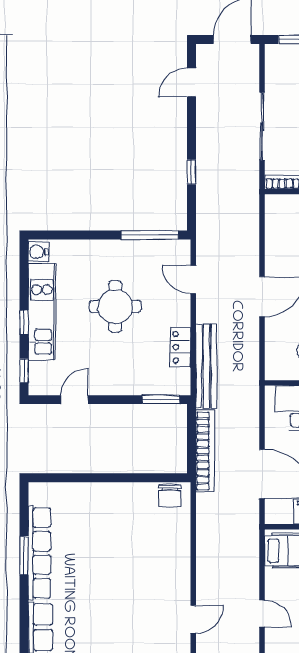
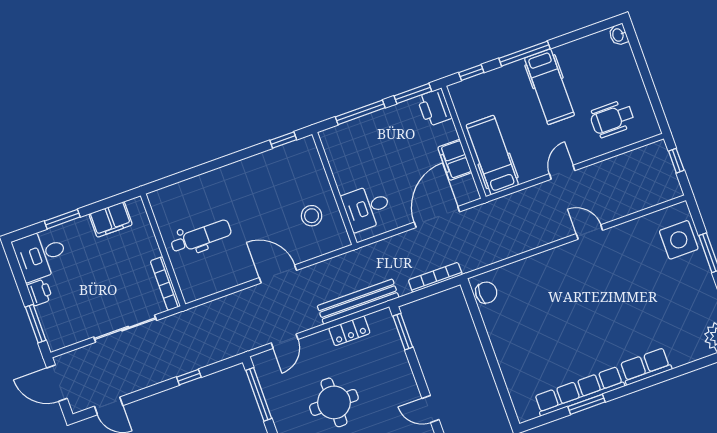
bookcase: (205, 451) -> (435, 277), width x0.68, depth x0.76

